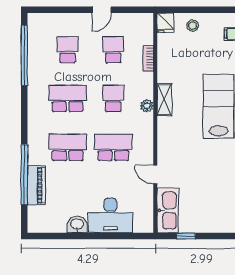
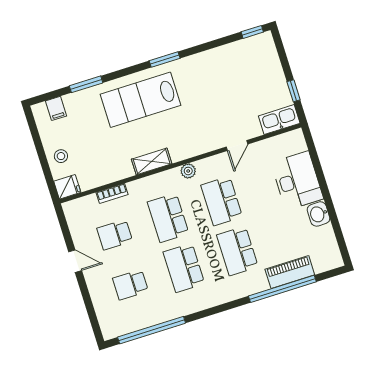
school desk: (113, 98) -> (168, 218), width x1.85
plant: (147, 106) -> (188, 171), moved
kitchen sink: (168, 210) -> (279, 120), width x0.73, depth x0.81

